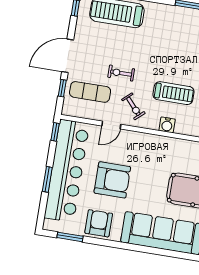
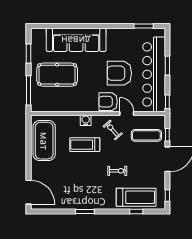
exercise bike: (121, 73) -> (117, 171), moved
door: (111, 125) -> (127, 113), hinge flipped
armchair: (99, 223) -> (108, 102), moved, turned 90

